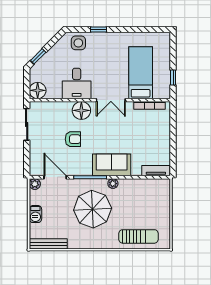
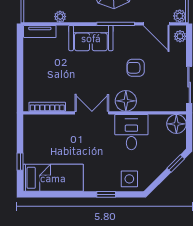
bed: (141, 73) -> (53, 178), moved, turned -90
window: (173, 77) -> (20, 162), moved
plant: (34, 166) -> (180, 36), added
plant: (113, 184) -> (60, 17), moved

